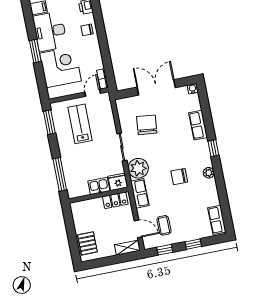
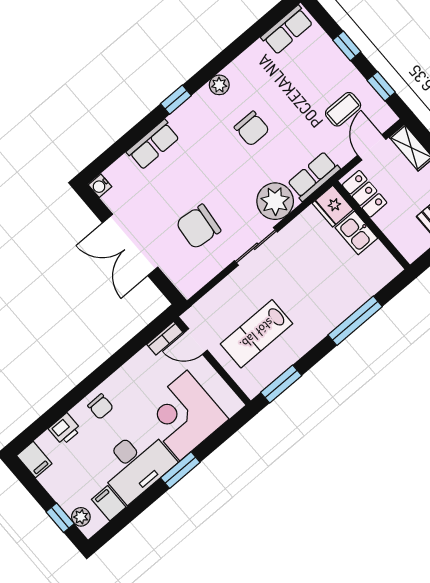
fridge: (118, 182) -> (333, 206), moved
kitchen sink: (99, 186) -> (356, 233), moved
wall: (99, 195) -> (371, 225), moved
locker: (115, 200) -> (365, 194), moved

